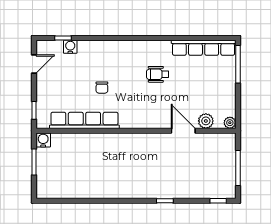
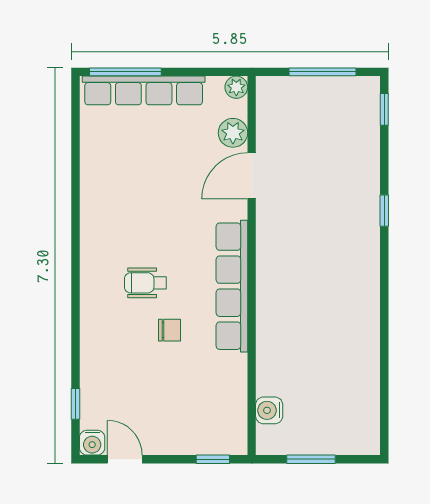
water cooler: (70, 47) -> (92, 443), moved, turned -90
row of seats: (204, 48) -> (144, 90), moved, turned 90
wheelchair: (158, 74) -> (145, 283), moved, turned 90
row of seats: (84, 120) -> (232, 286), moved
water cooler: (43, 140) -> (269, 410), moved

